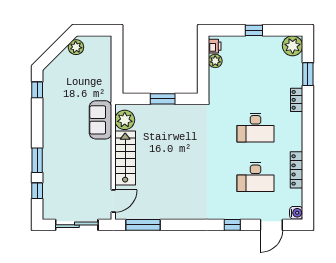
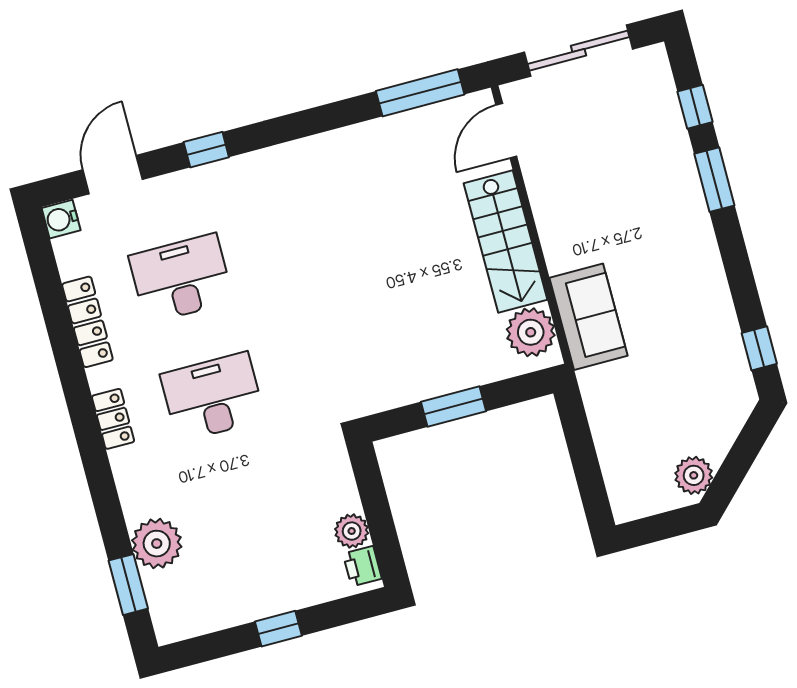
plant: (293, 46) -> (157, 544), moved
window: (308, 74) -> (128, 585), moved
locker: (297, 100) -> (113, 419), moved

